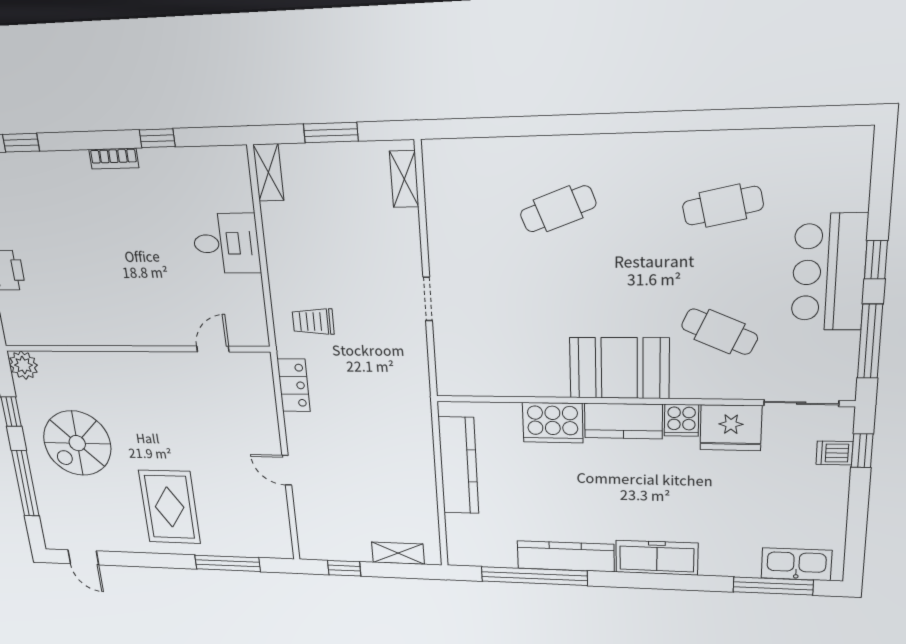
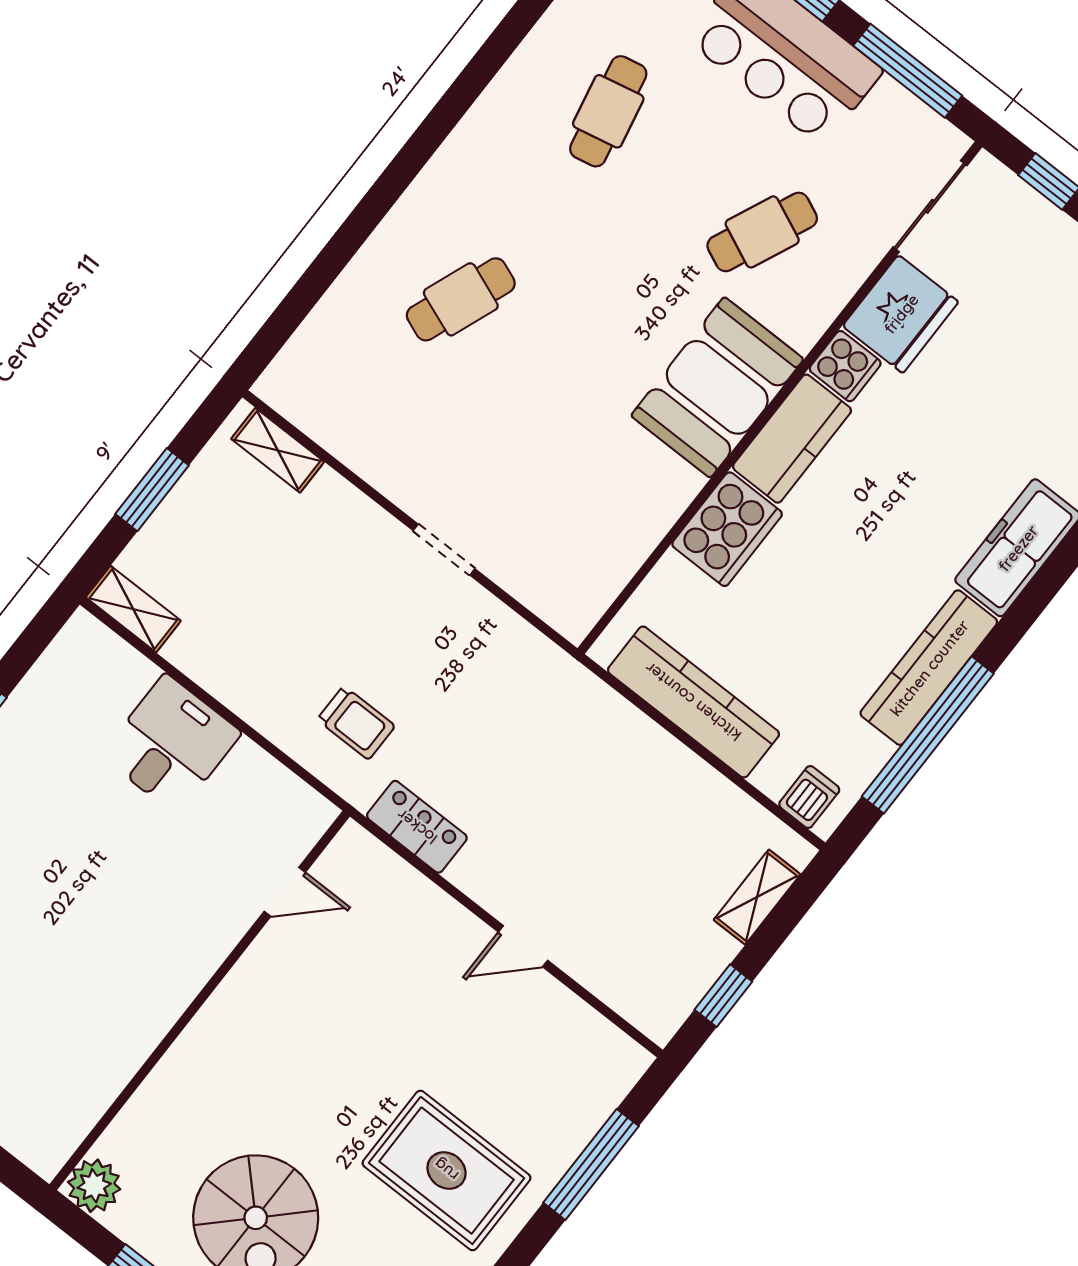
cafe table: (558, 209) -> (461, 299), turned 42
trolley: (313, 322) -> (356, 723), turned -90
door: (213, 349) -> (285, 892), swing flipped
dishwasher: (834, 453) -> (809, 797), moved, turned 180

